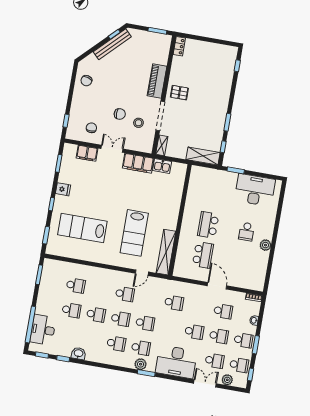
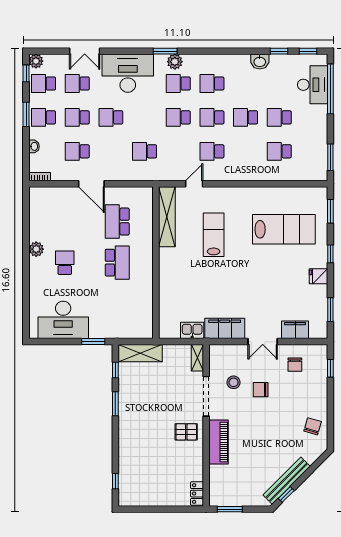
lab bench: (134, 233) -> (214, 235), width x0.73, depth x0.72
plant: (227, 380) -> (36, 61), moved

